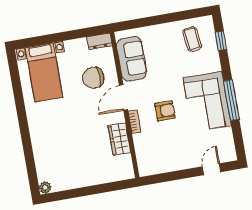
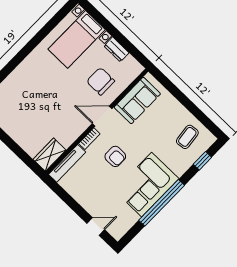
dresser: (99, 41) -> (116, 49), moved
window: (231, 100) -> (162, 203), width x1.46
wardrobe: (119, 139) -> (49, 155), moved
tv unit: (142, 155) -> (67, 163), added

